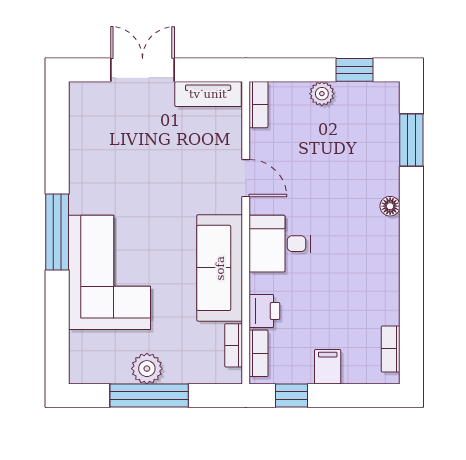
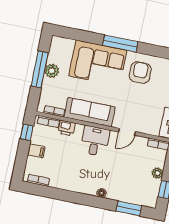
armchair: (111, 176) -> (140, 73), added

